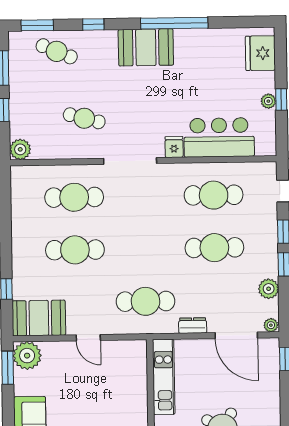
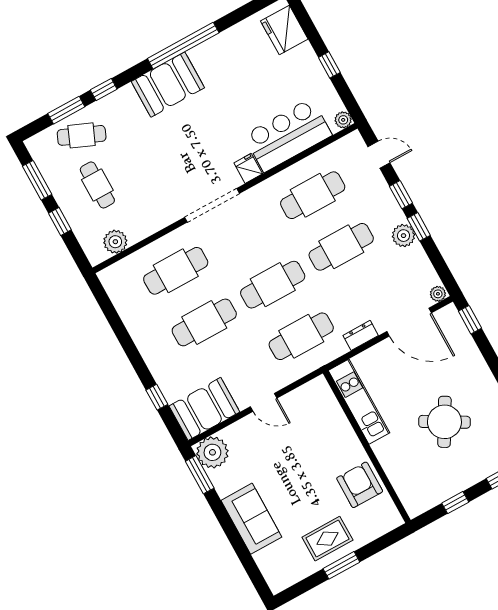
window: (37, 25) -> (66, 110), moved
plant: (268, 101) -> (343, 120), moved
cafe table: (84, 118) -> (97, 185), moved, turned 75
plant: (20, 149) -> (115, 242), moved
cafe table: (145, 249) -> (273, 285), added
plant: (269, 289) -> (404, 236), moved

